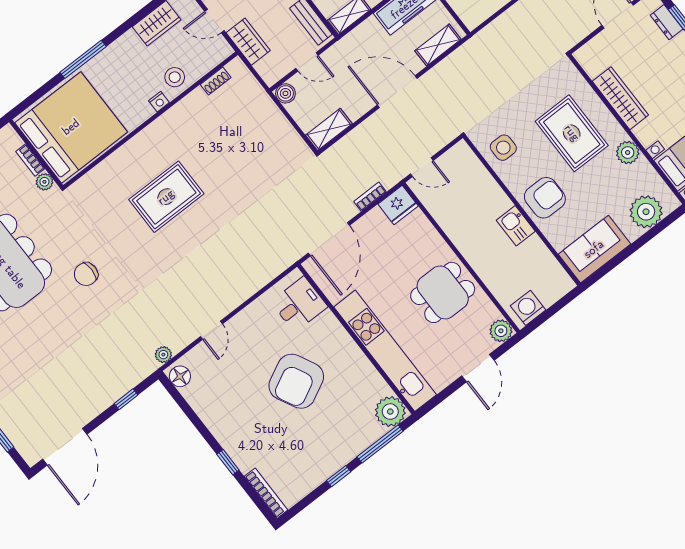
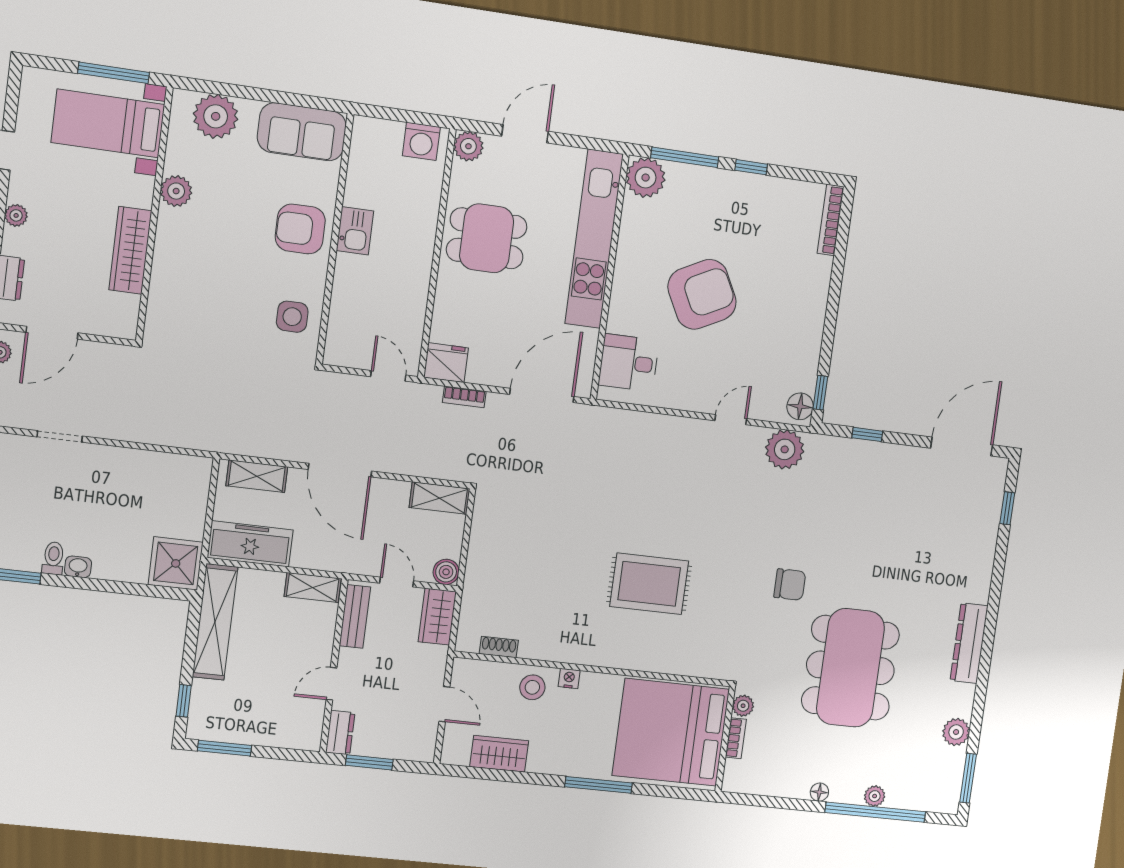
wardrobe: (248, 42) -> (437, 617), moved
rug: (572, 133) -> (212, 264), removed
plant: (163, 355) -> (785, 449), width x1.88, depth x1.88
window: (228, 462) -> (820, 393), moved

